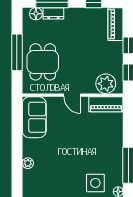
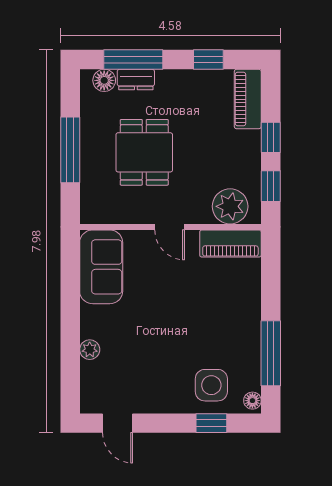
dining table: (43, 62) -> (144, 152), moved

